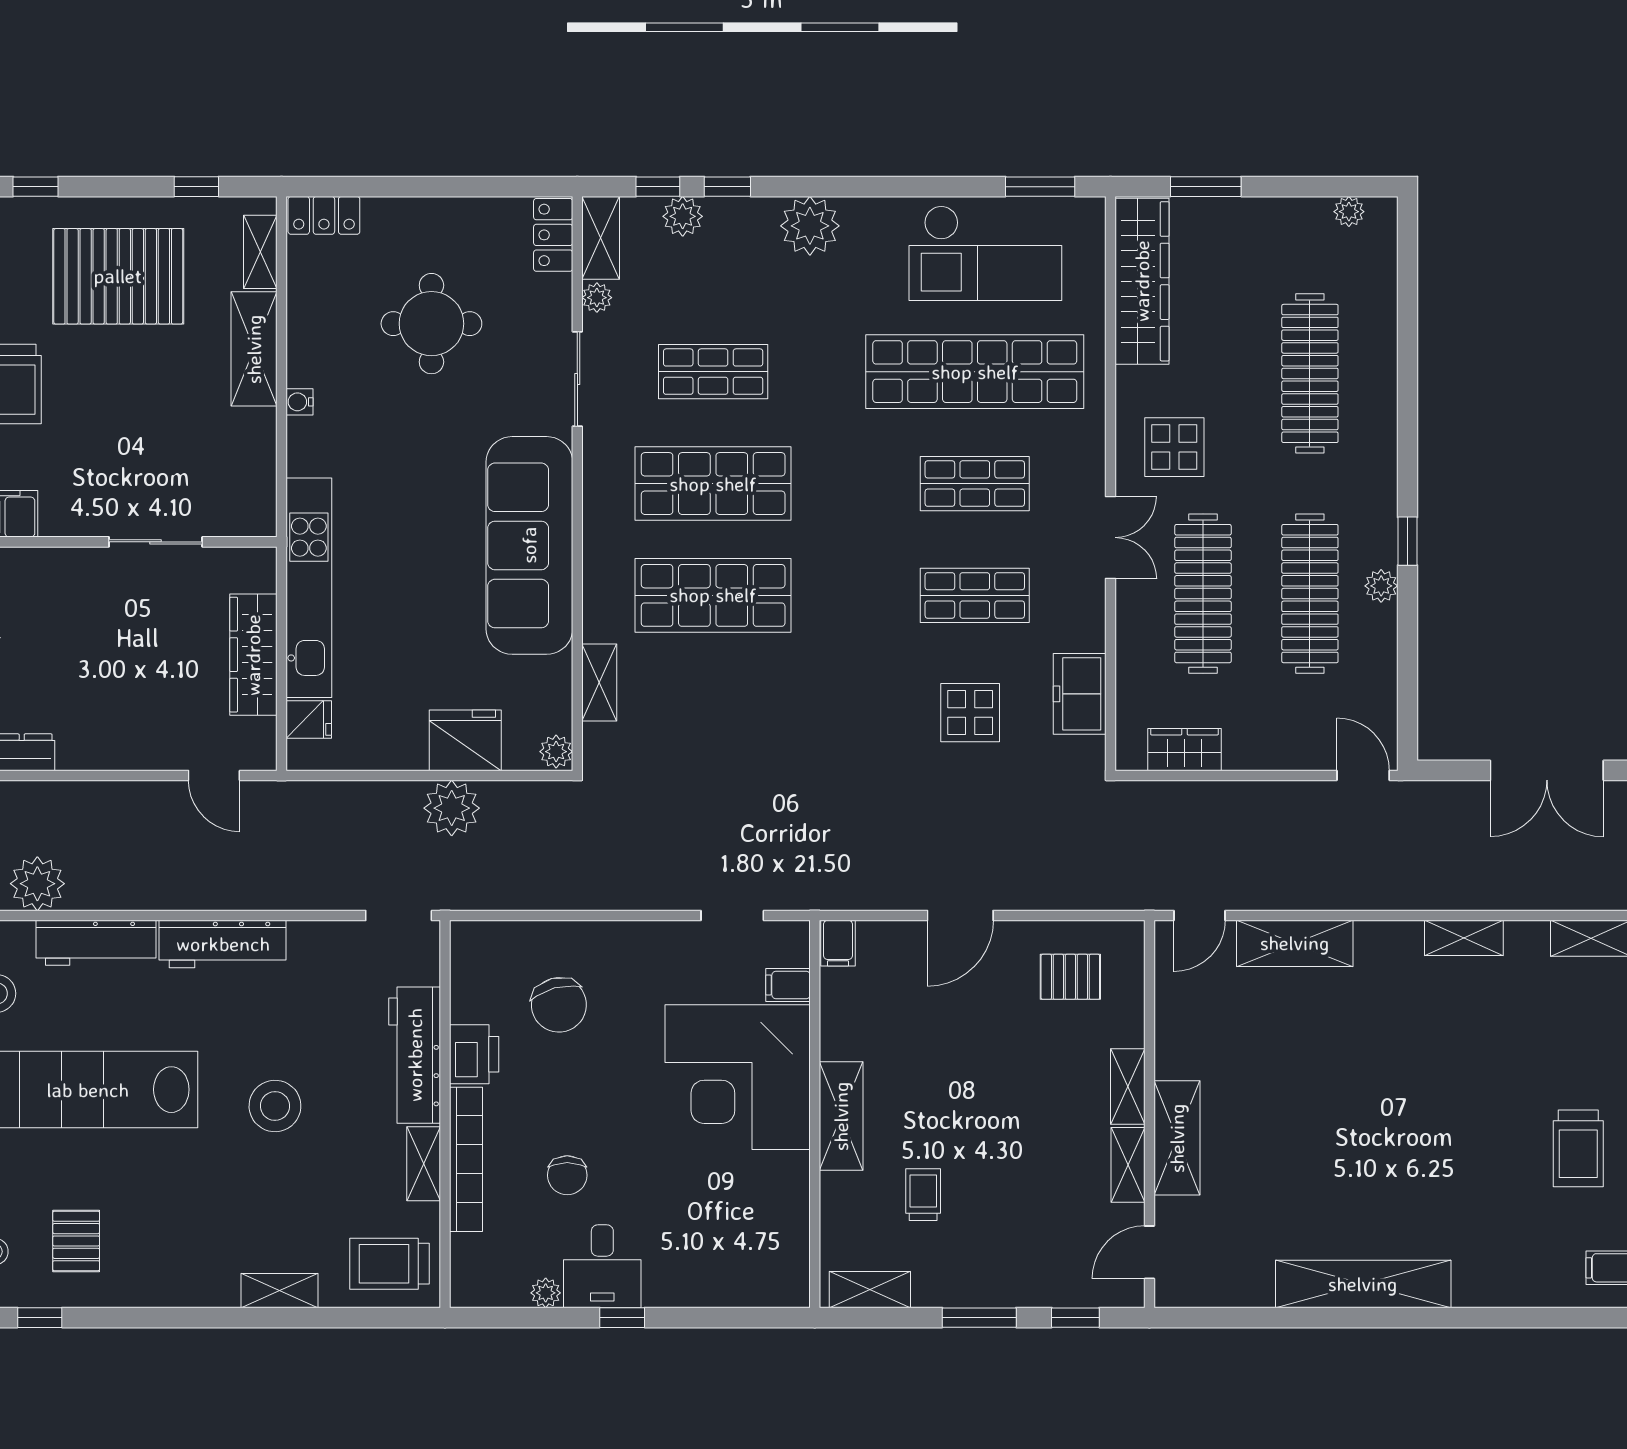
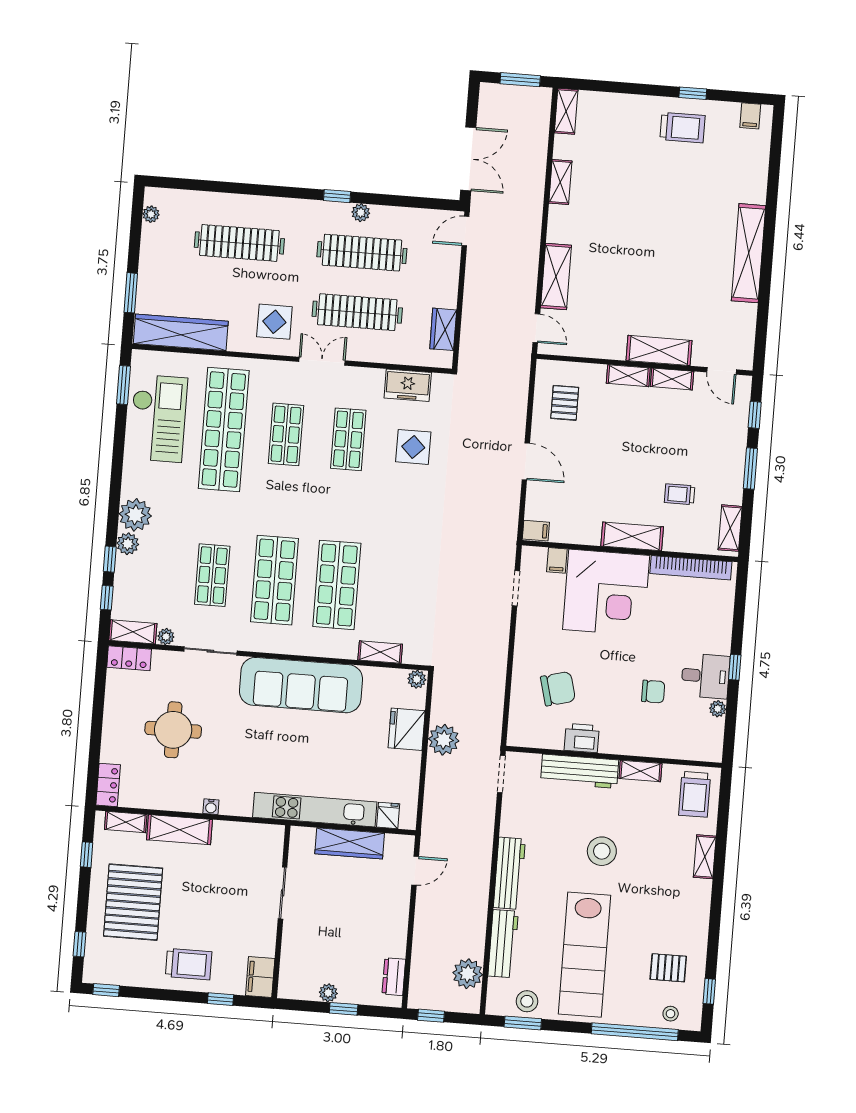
plant: (683, 216) -> (128, 544), moved
double door: (1547, 770) -> (468, 159), moved
bookcase: (466, 1159) -> (691, 568), moved, turned 180

